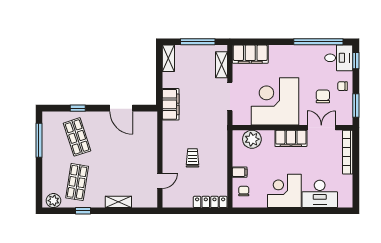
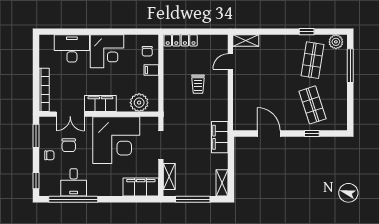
desk: (339, 58) -> (74, 182), moved, turned -90
window: (39, 140) -> (350, 66), moved
shelving: (118, 202) -> (246, 41), moved

